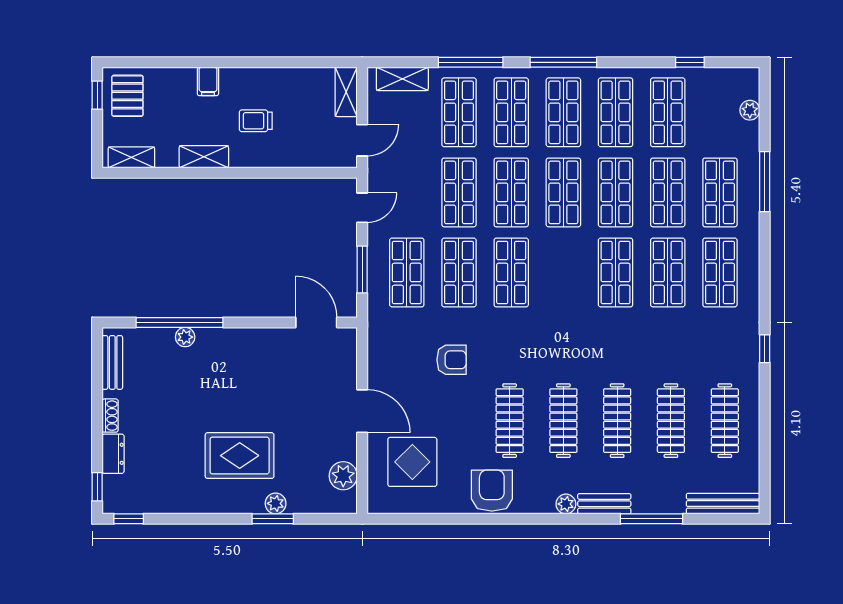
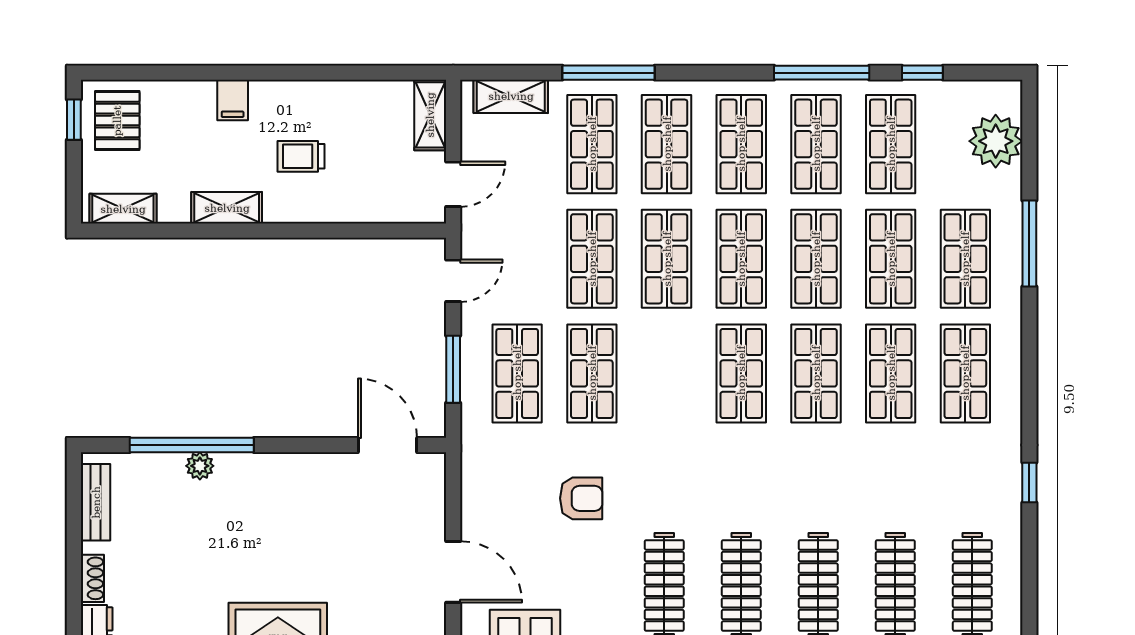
window: (563, 62) -> (822, 73), moved
plant: (750, 110) -> (996, 141), width x1.87, depth x1.87
shop shelf: (511, 272) -> (741, 373), moved

